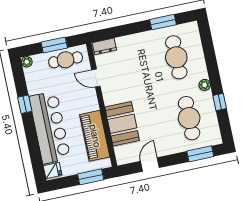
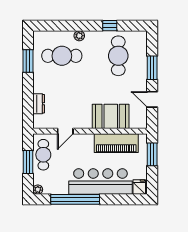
dresser: (104, 46) -> (39, 104), moved
plant: (205, 85) -> (79, 36), moved
window: (25, 104) -> (75, 199), width x3.17
cafe table: (189, 118) -> (118, 56), turned 90
window: (200, 154) -> (152, 68), moved

